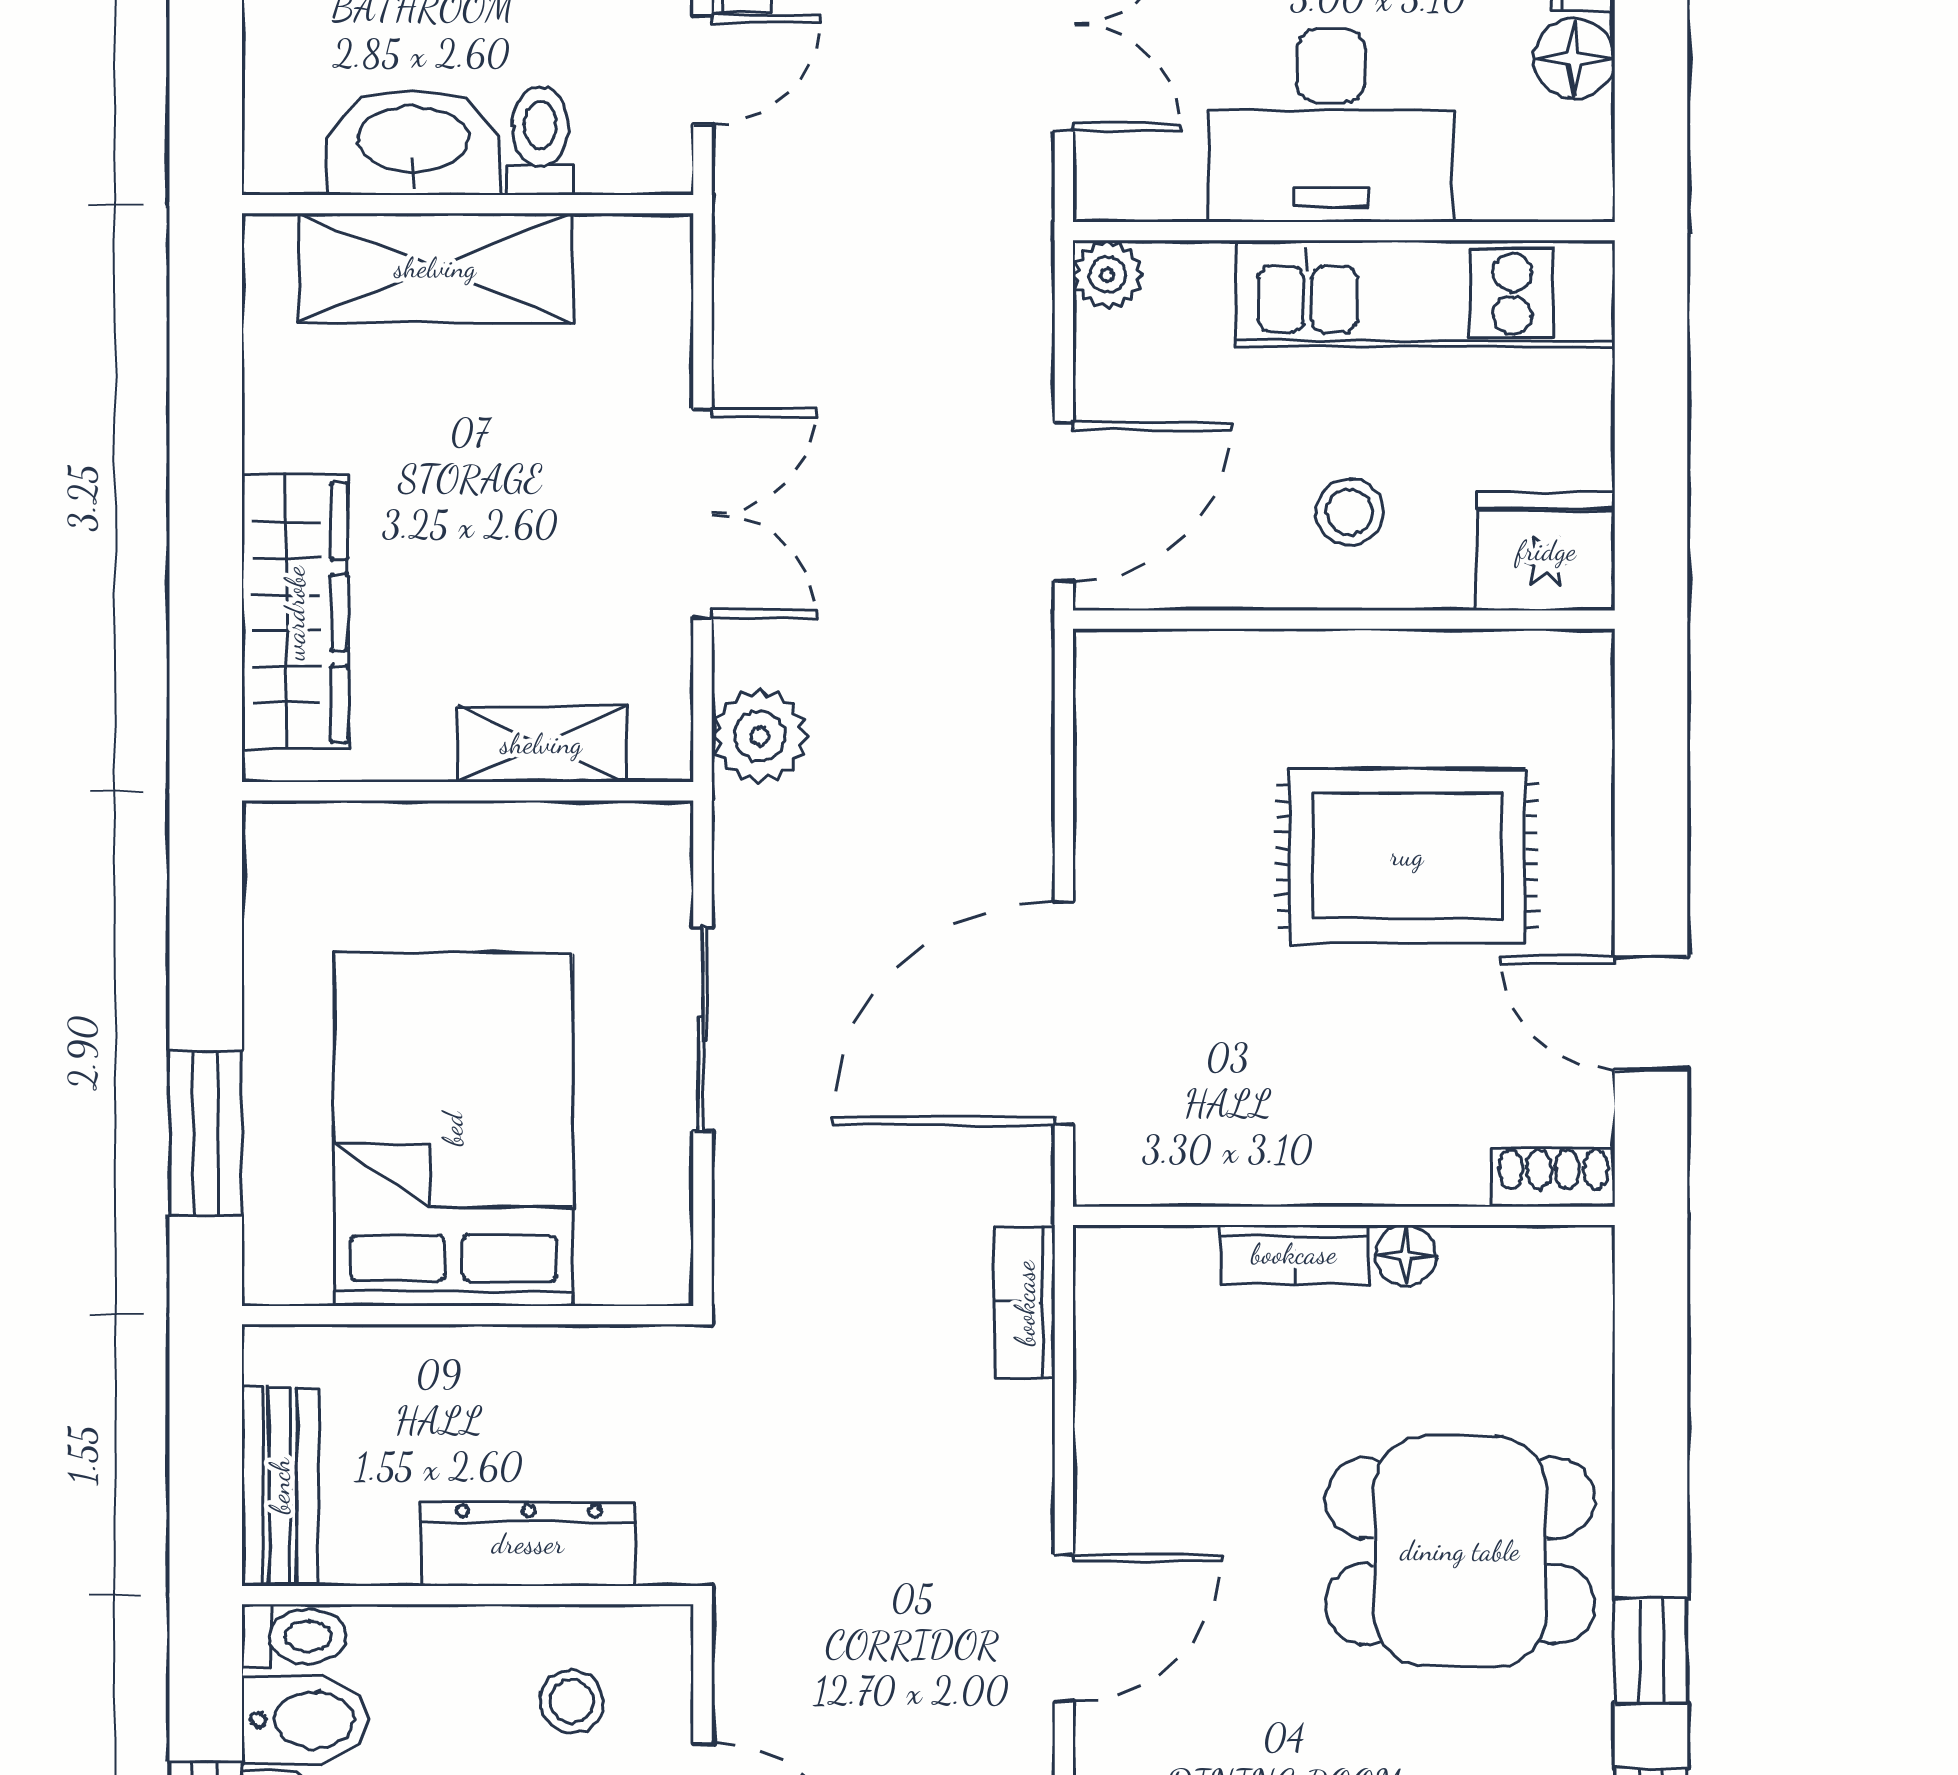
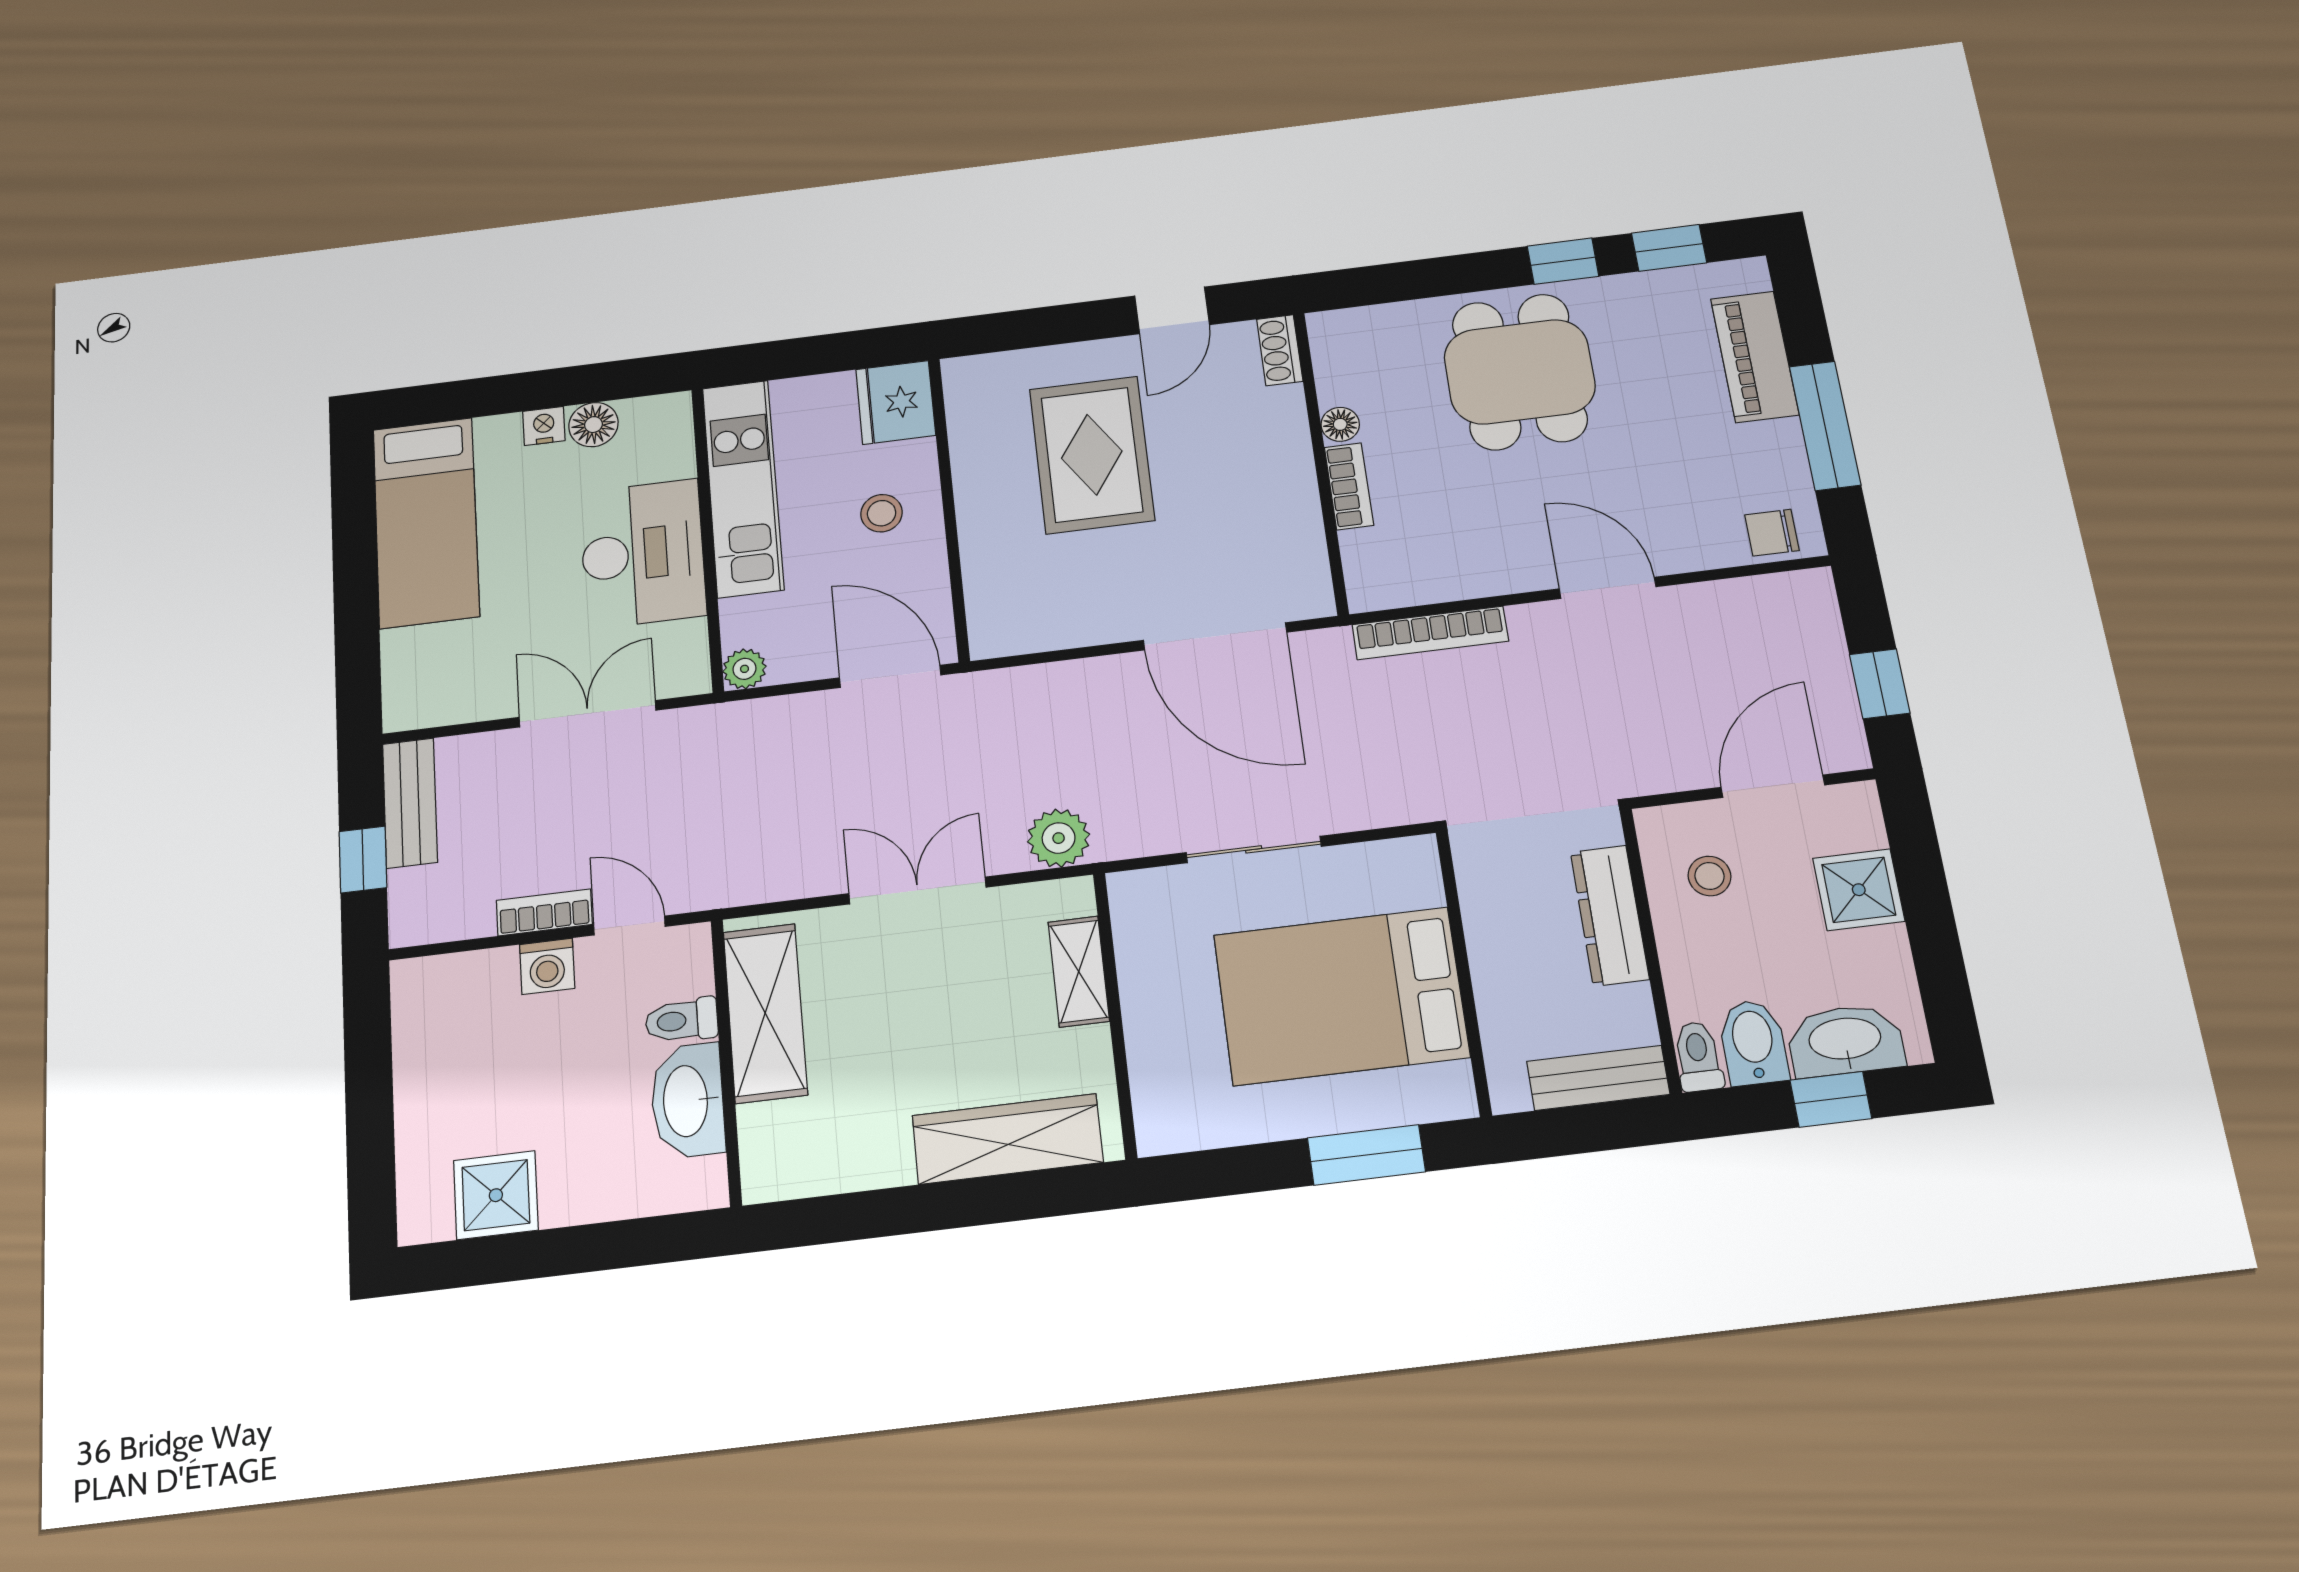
shelving: (435, 268) -> (765, 1013), moved
bookcase: (1025, 1303) -> (1430, 633), width x1.56

